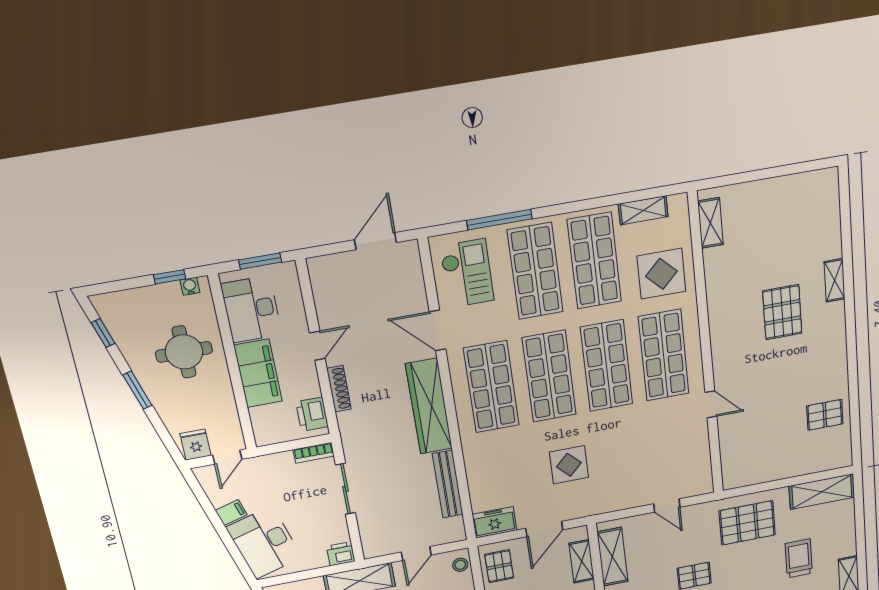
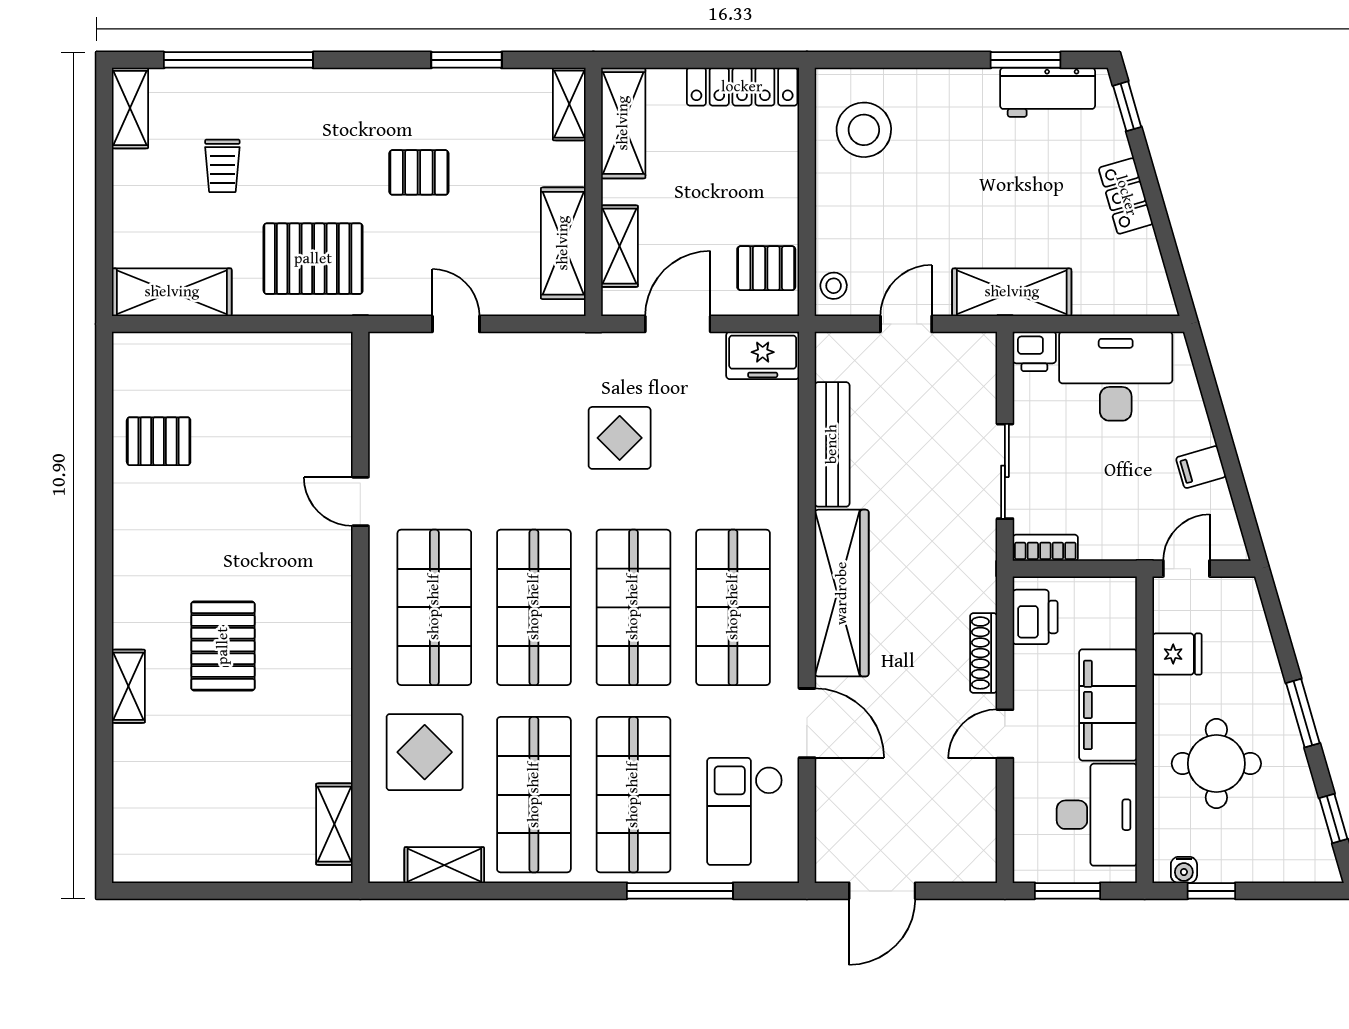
fridge: (195, 445) -> (1177, 654), moved, turned -90
desk: (264, 542) -> (1116, 376), moved, turned -74
trolley: (799, 558) -> (222, 166), width x0.73, depth x0.72
pallet: (499, 566) -> (766, 268), turned 90

